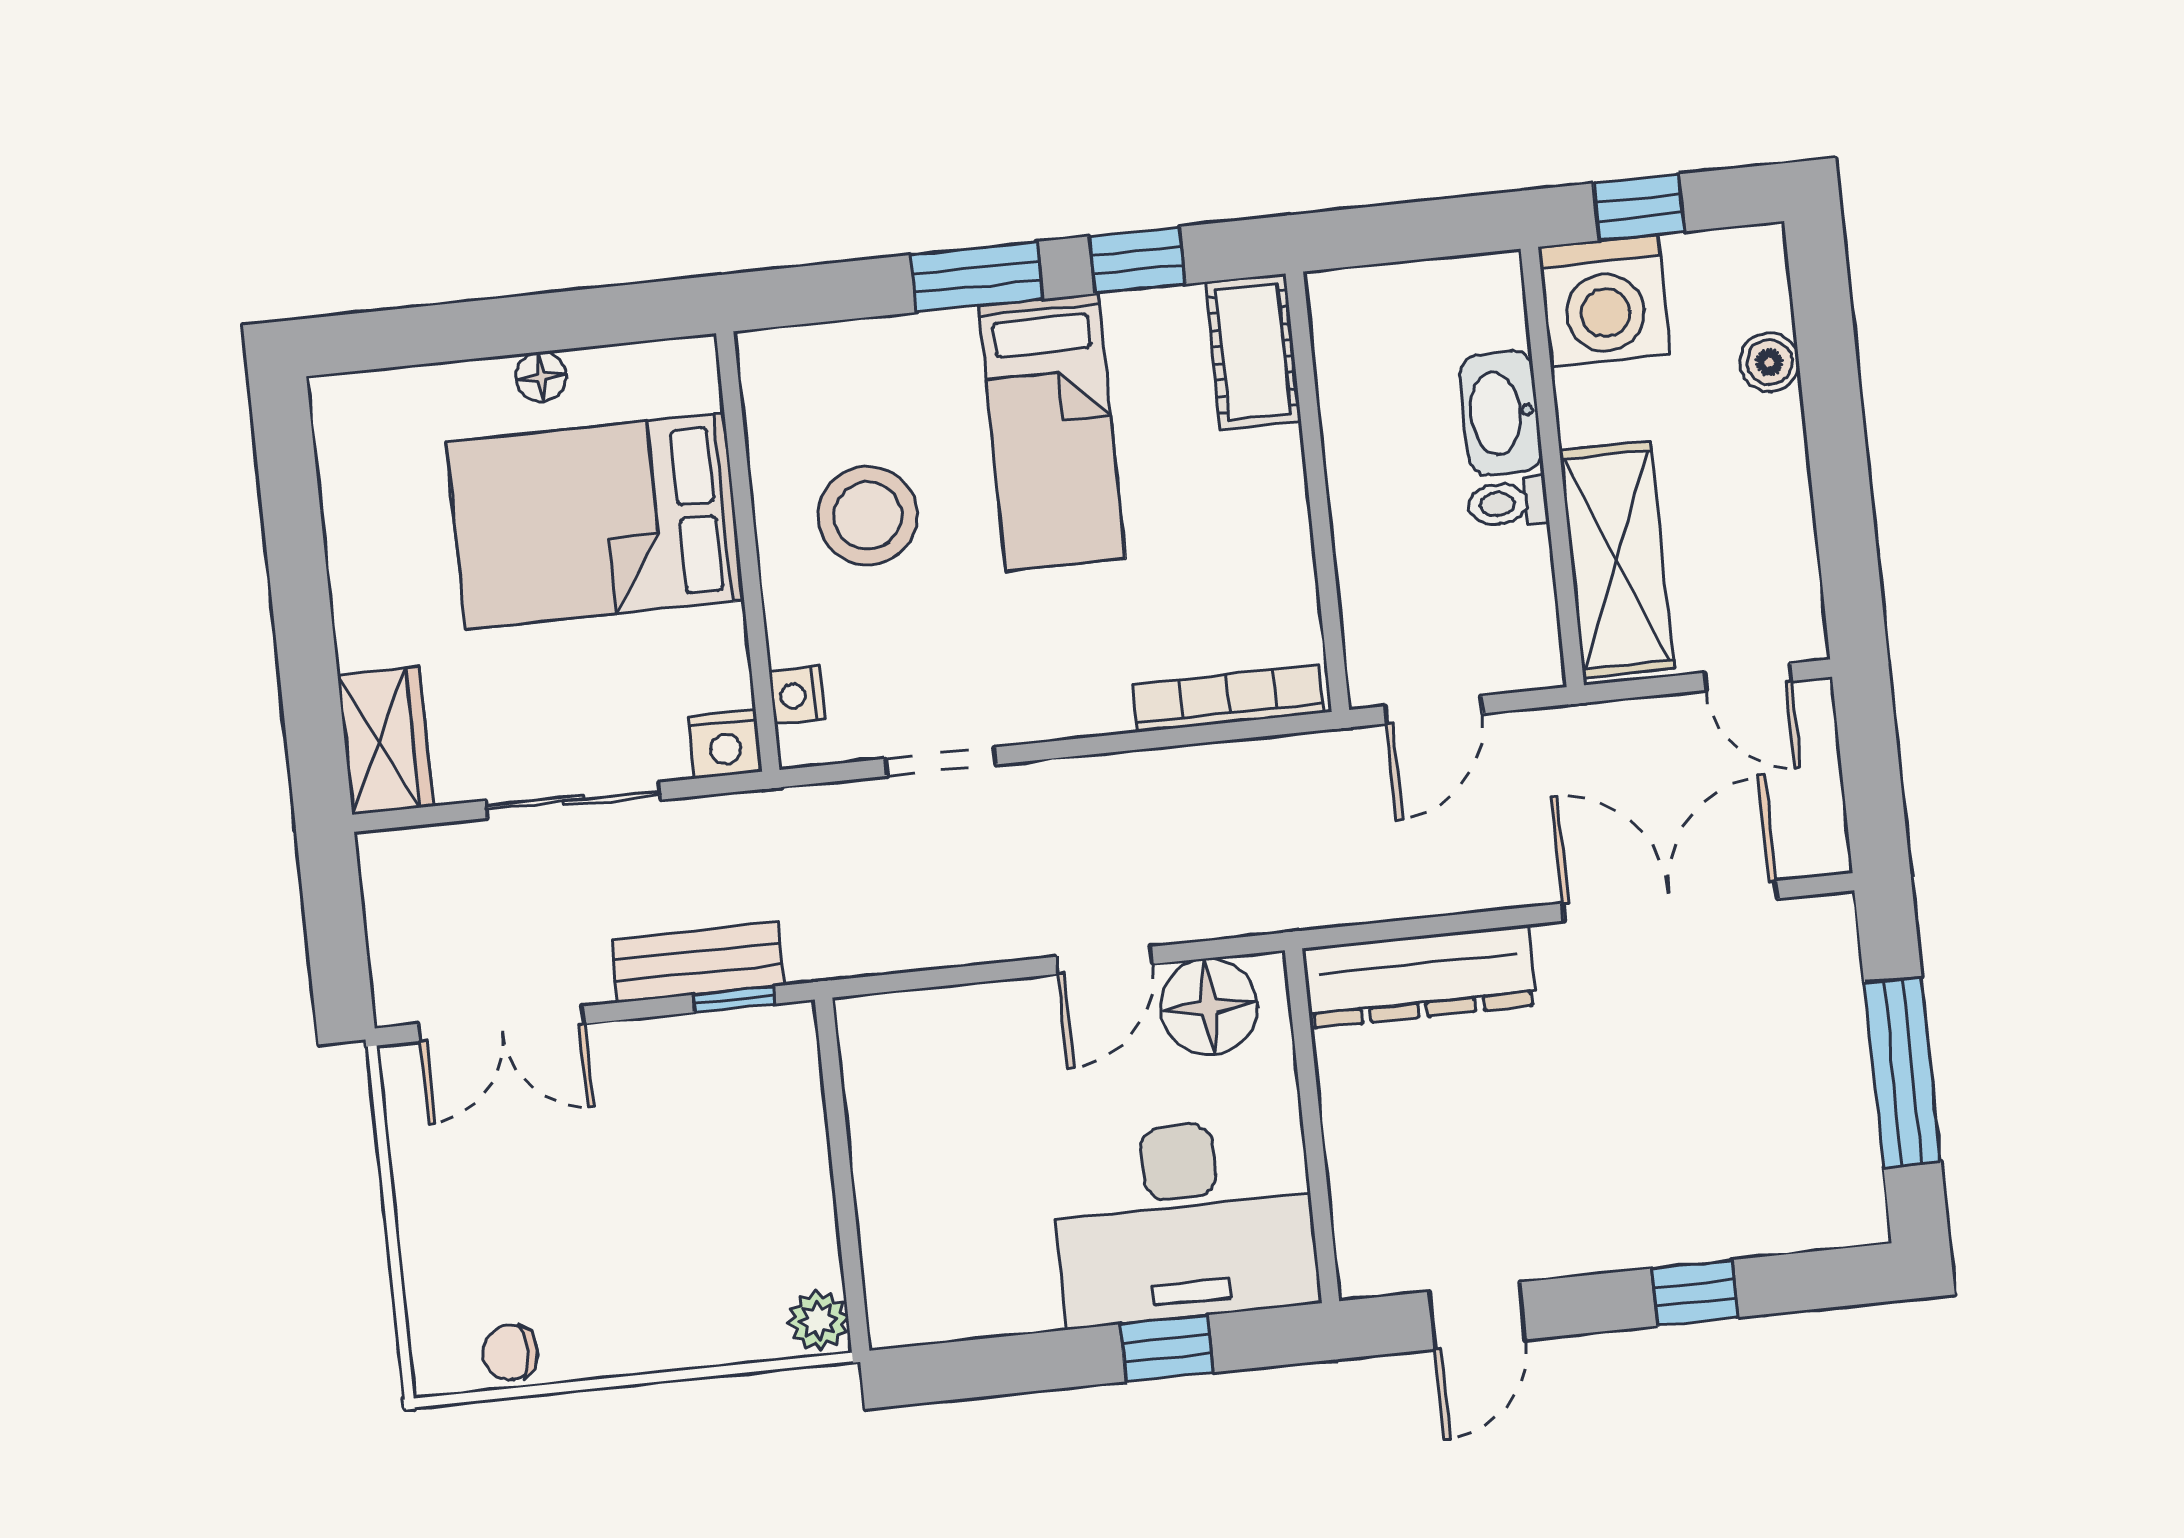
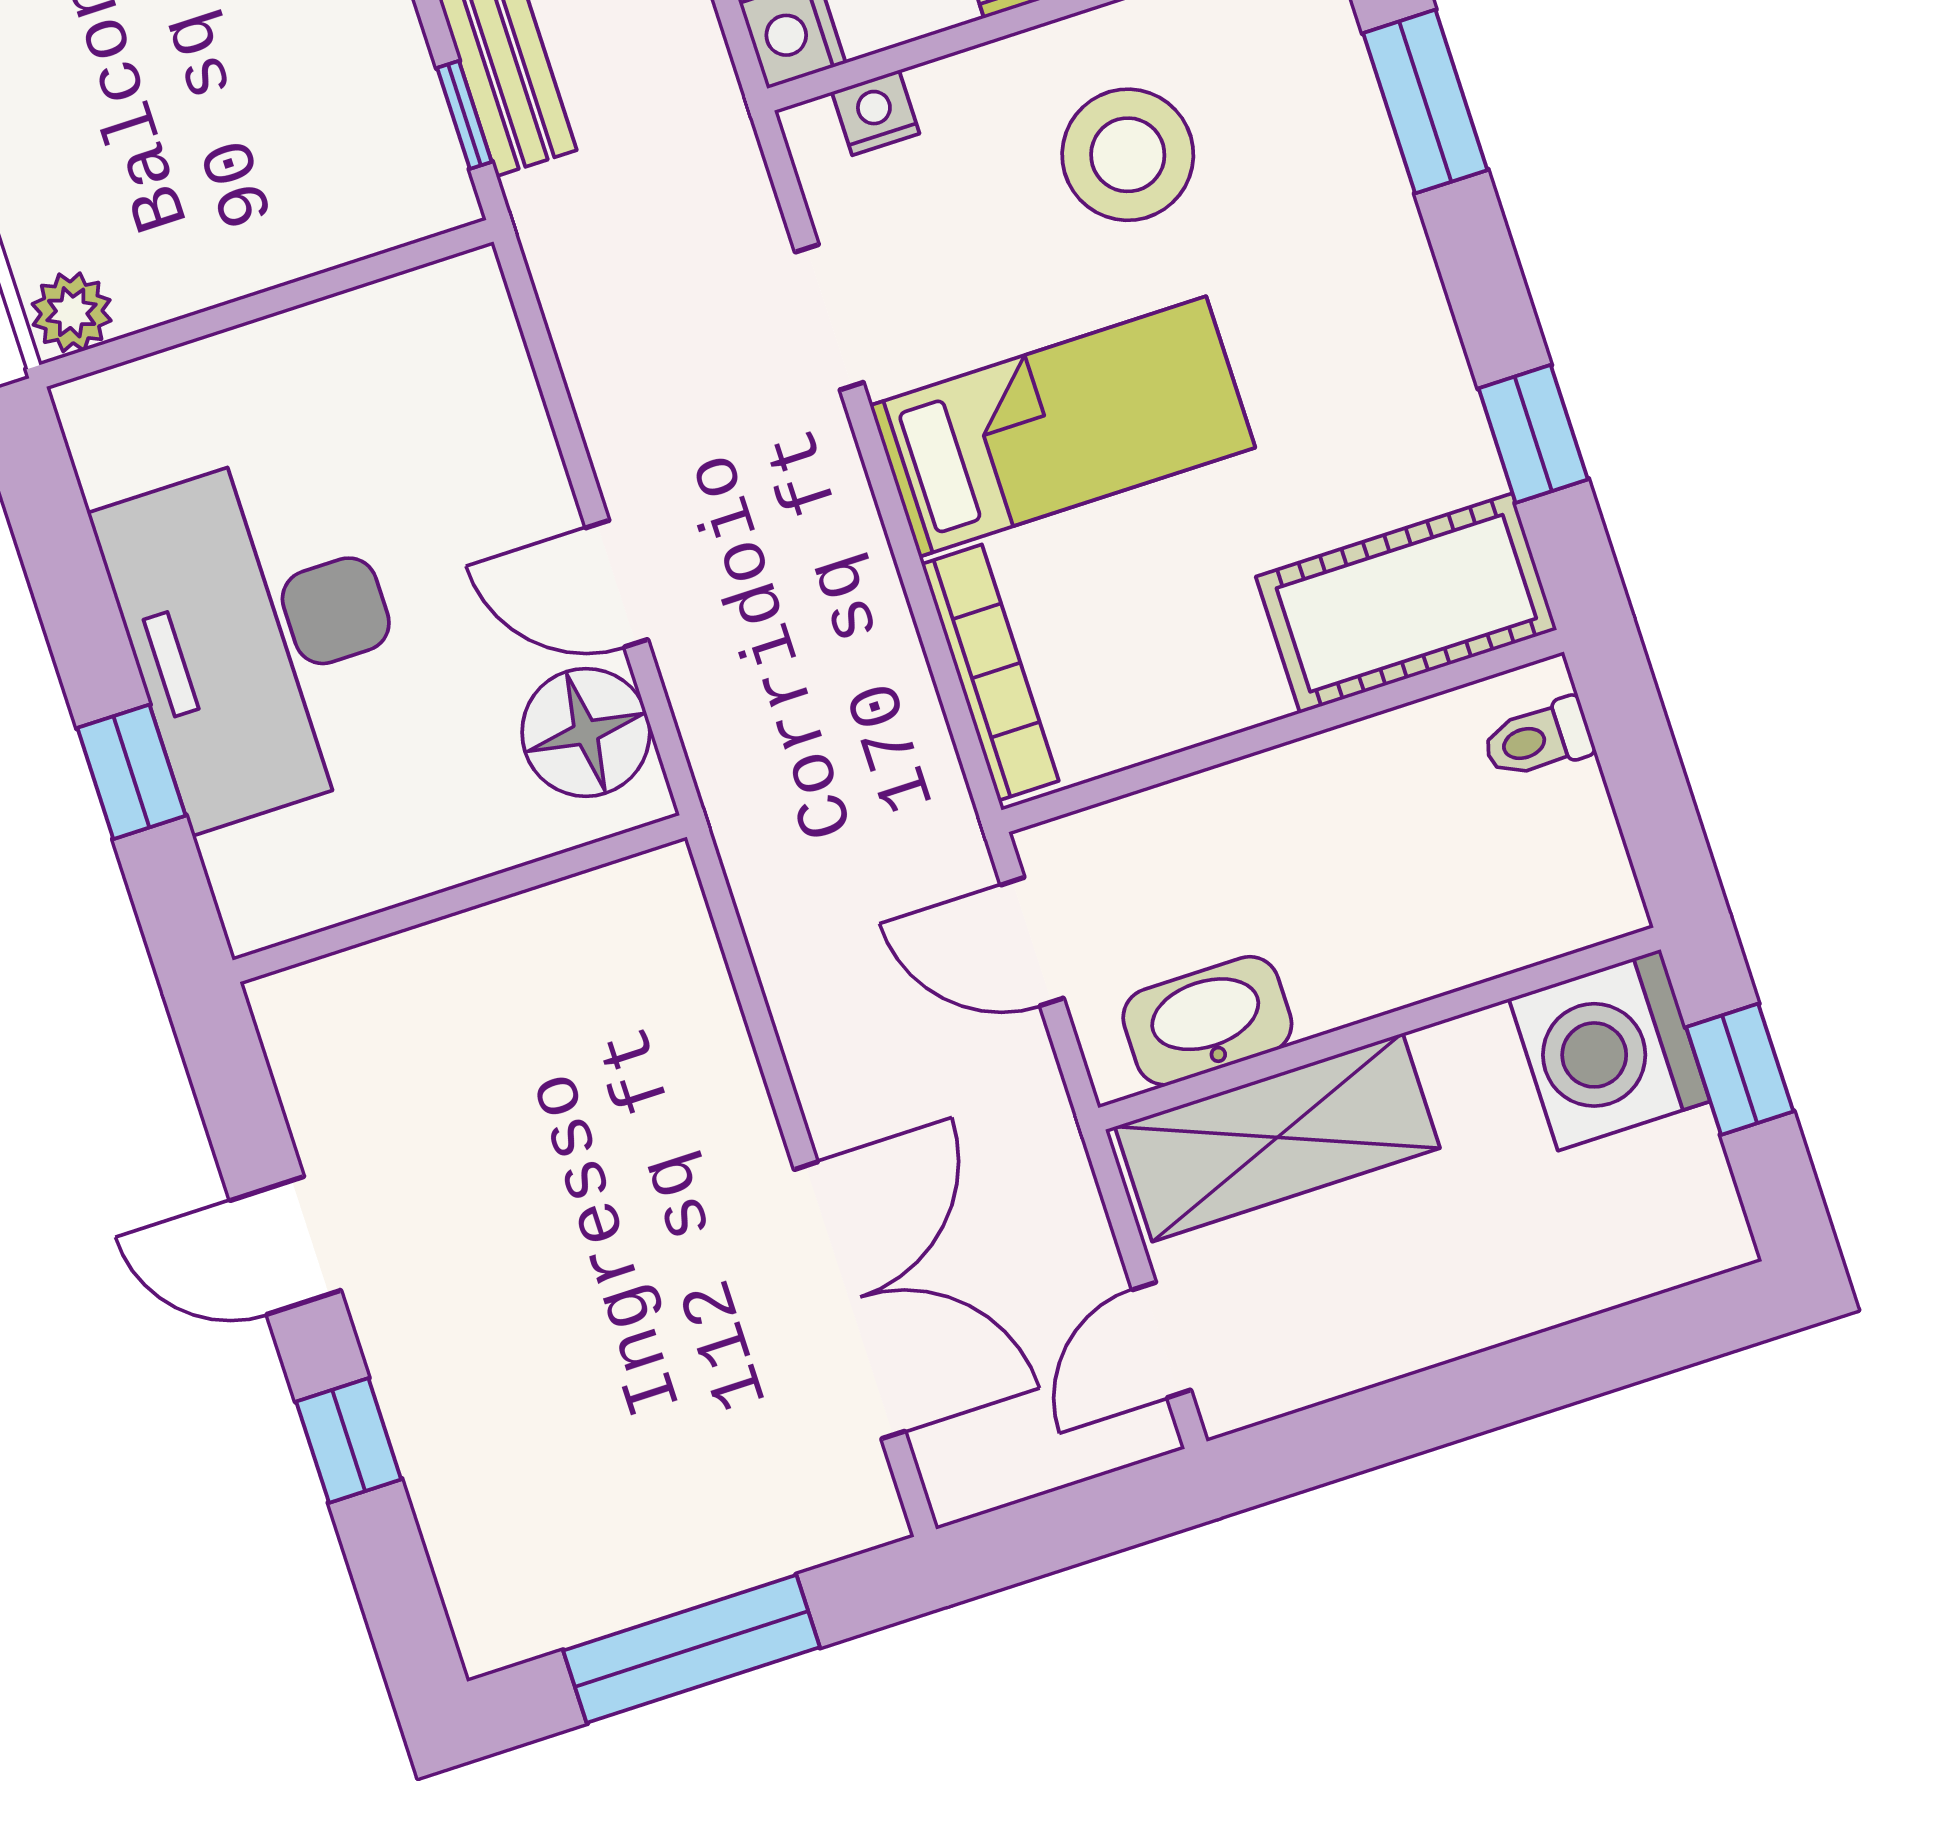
window: (977, 277) -> (1425, 102), moved
cot: (1253, 352) -> (1406, 603), width x1.37, depth x1.34
boiler: (1769, 362) -> (1575, 1281), removed
washbasin: (1501, 413) -> (1207, 1021), moved
bed: (1052, 432) -> (1063, 427), moved, turned 180
toilet: (1508, 503) -> (1538, 739), moved, turned -90
dresser: (1419, 977) -> (682, 997), removed
desk: (1184, 1221) -> (261, 635), moved
door: (1477, 1316) -> (285, 1245), moved

